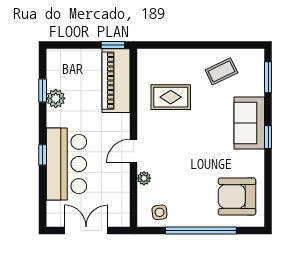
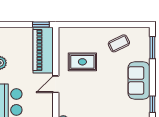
window: (268, 137) -> (152, 104), moved
door: (134, 151) -> (56, 84), moved

